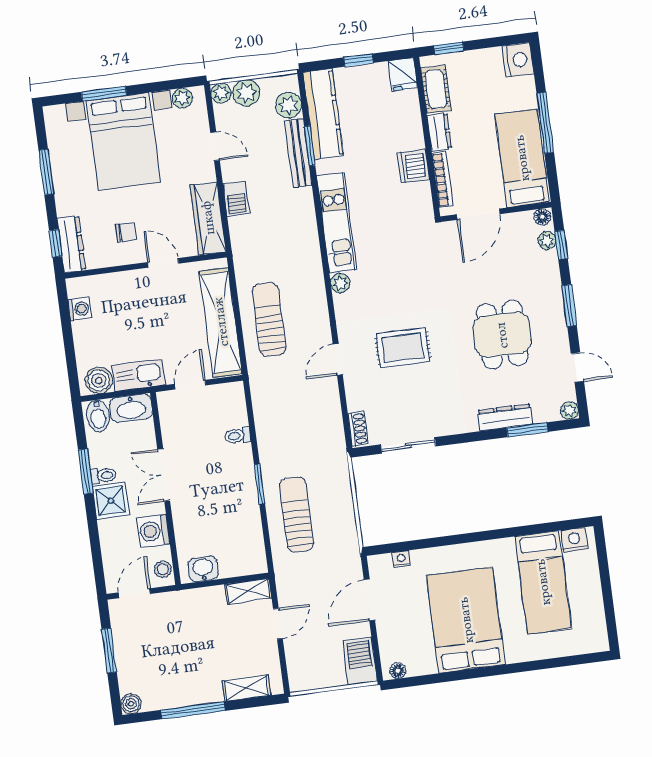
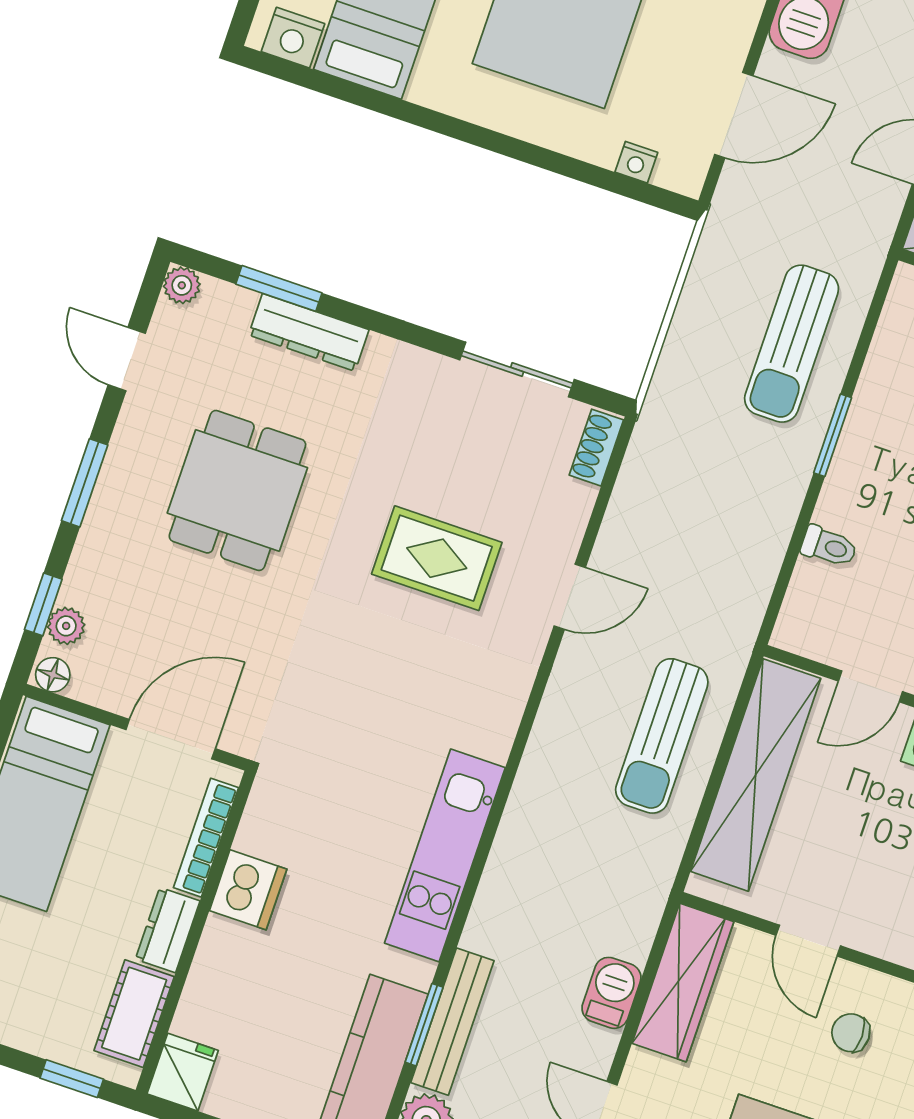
plant: (340, 283) -> (494, 738), removed

